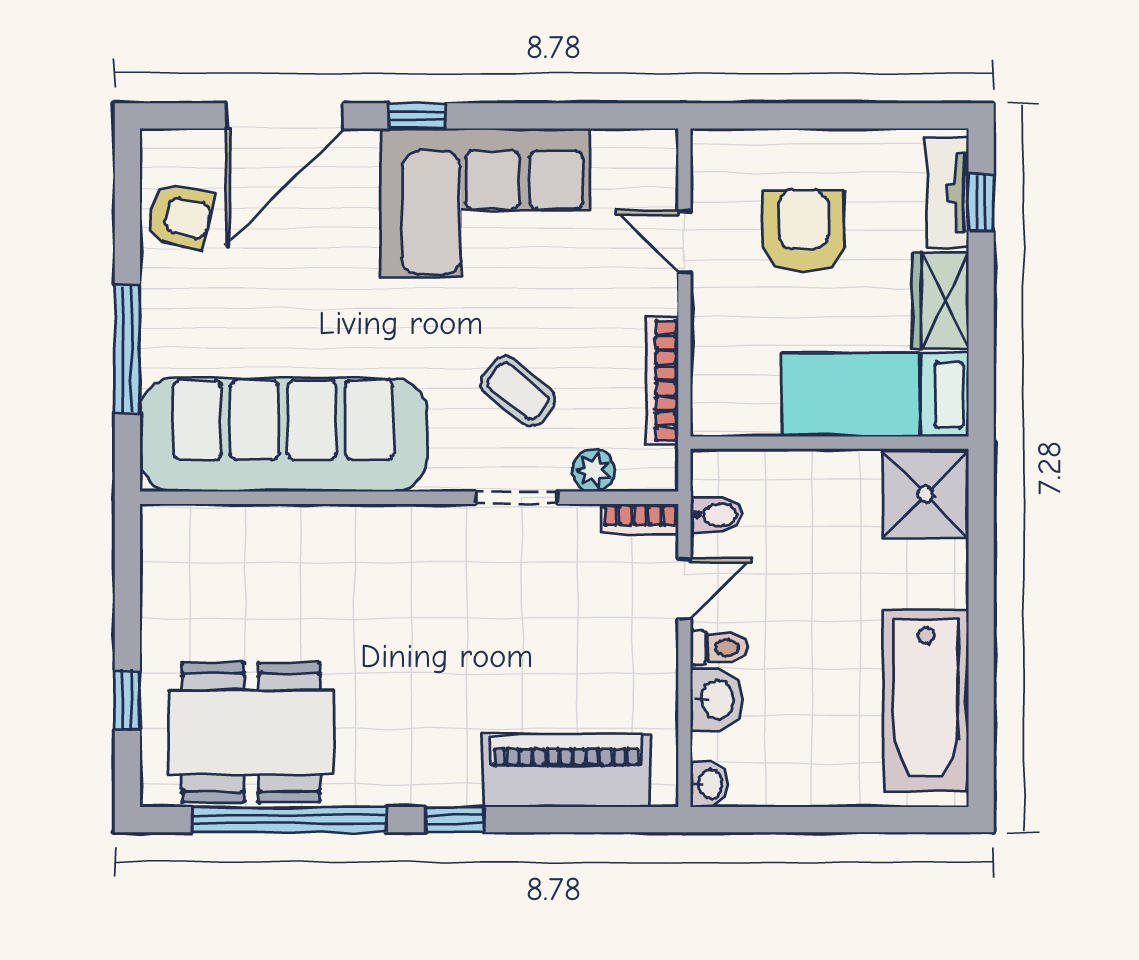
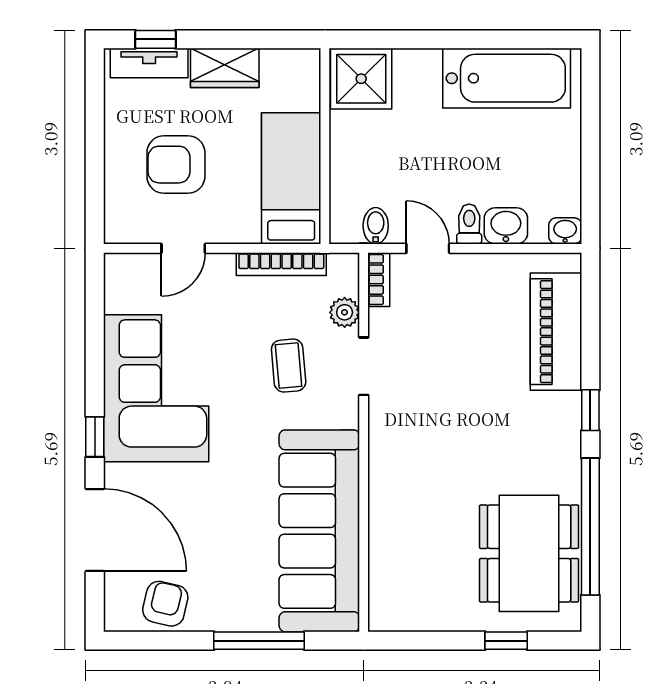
coffee table: (518, 391) -> (289, 366), turned -44
bed: (875, 395) -> (291, 178), moved, turned 180

